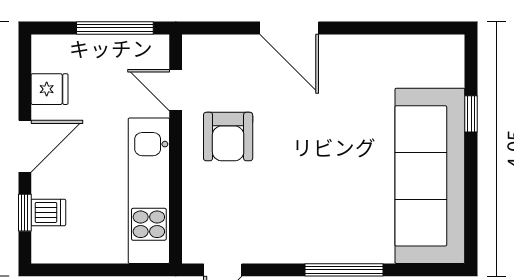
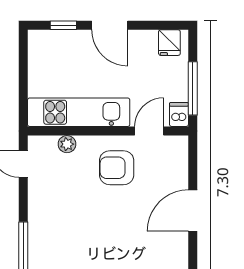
fridge: (50, 89) -> (169, 43), moved
plant: (194, 207) -> (67, 144), added
dishwasher: (48, 212) -> (179, 115), moved, turned 180

